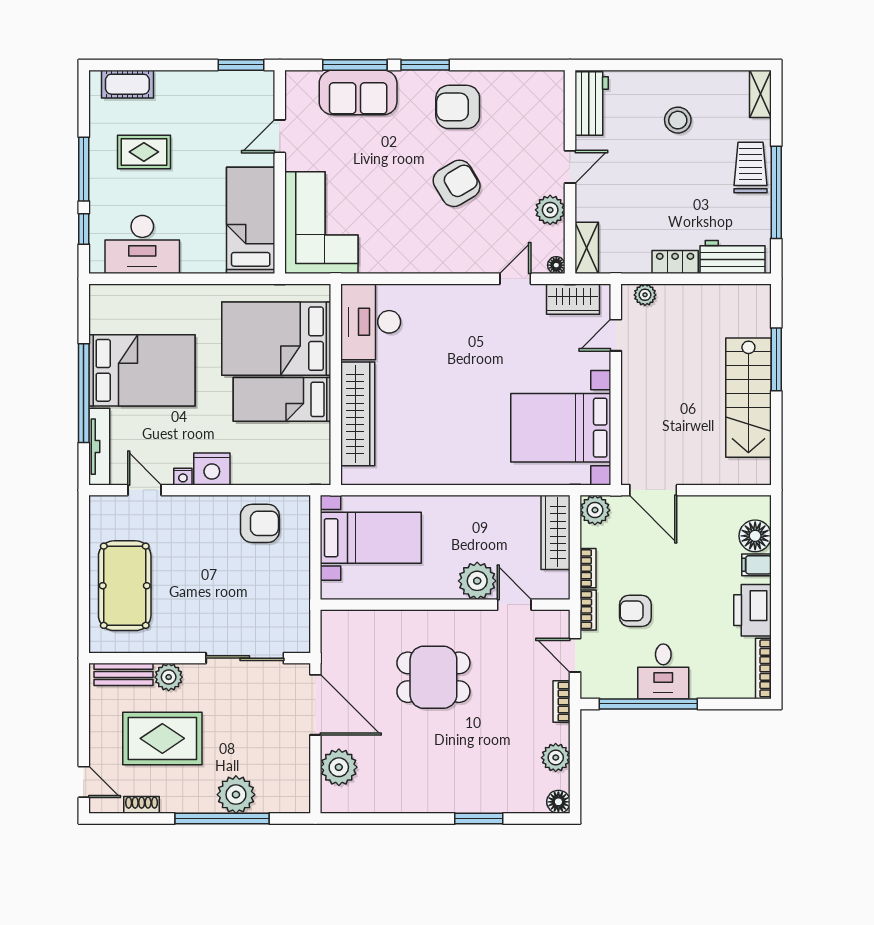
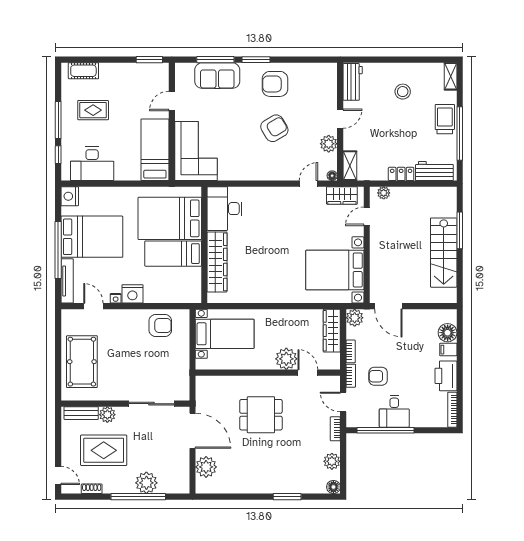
nightstand: (104, 301) -> (70, 196), added

